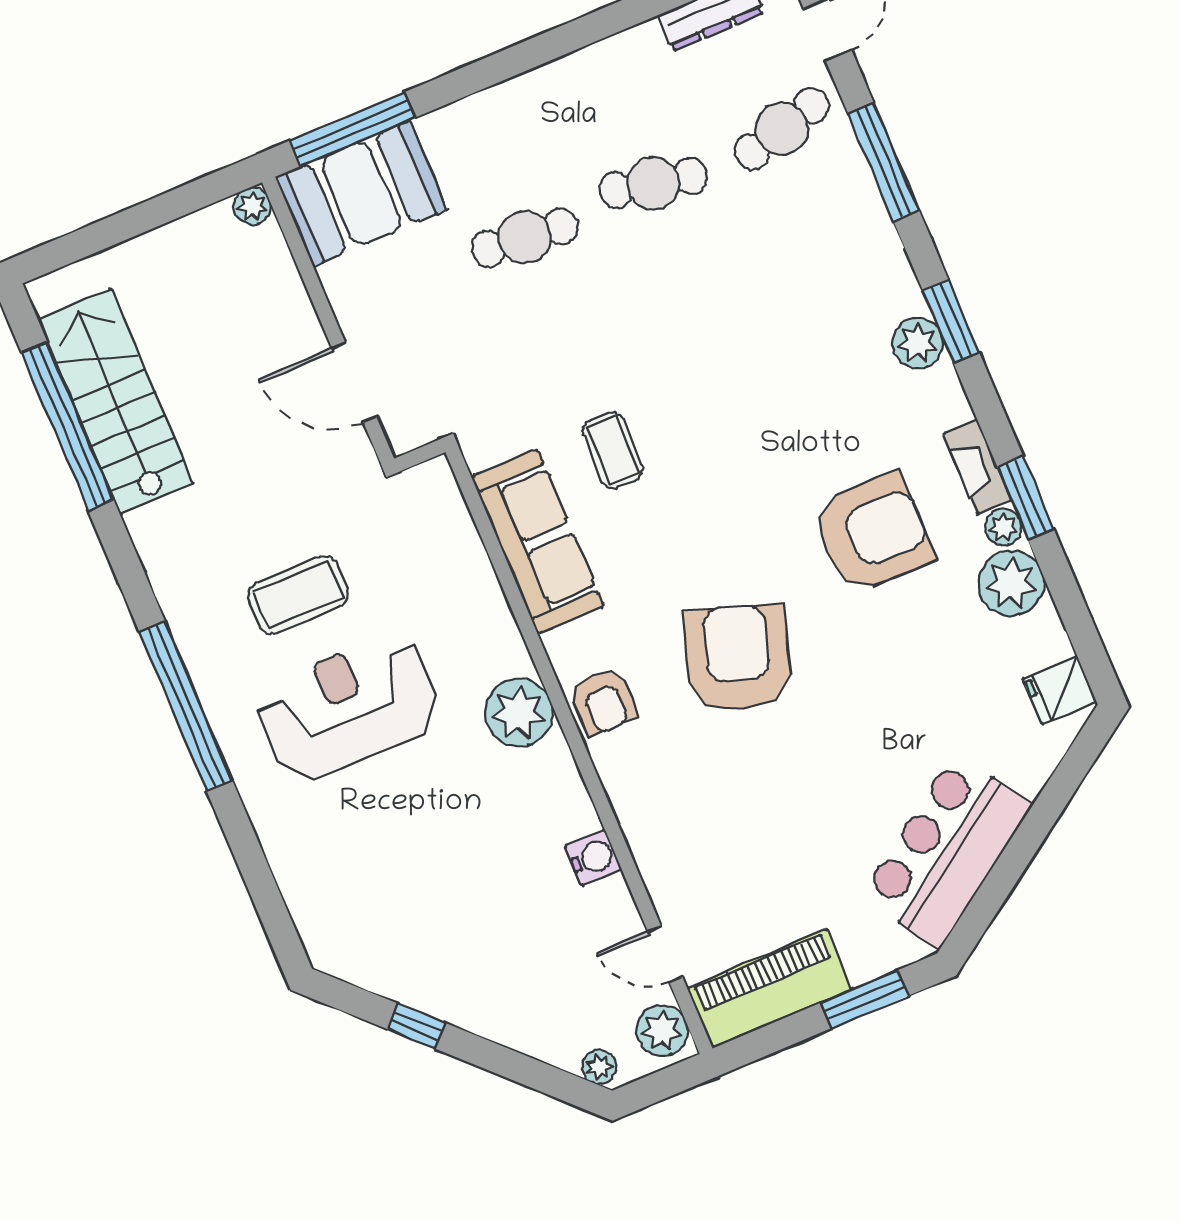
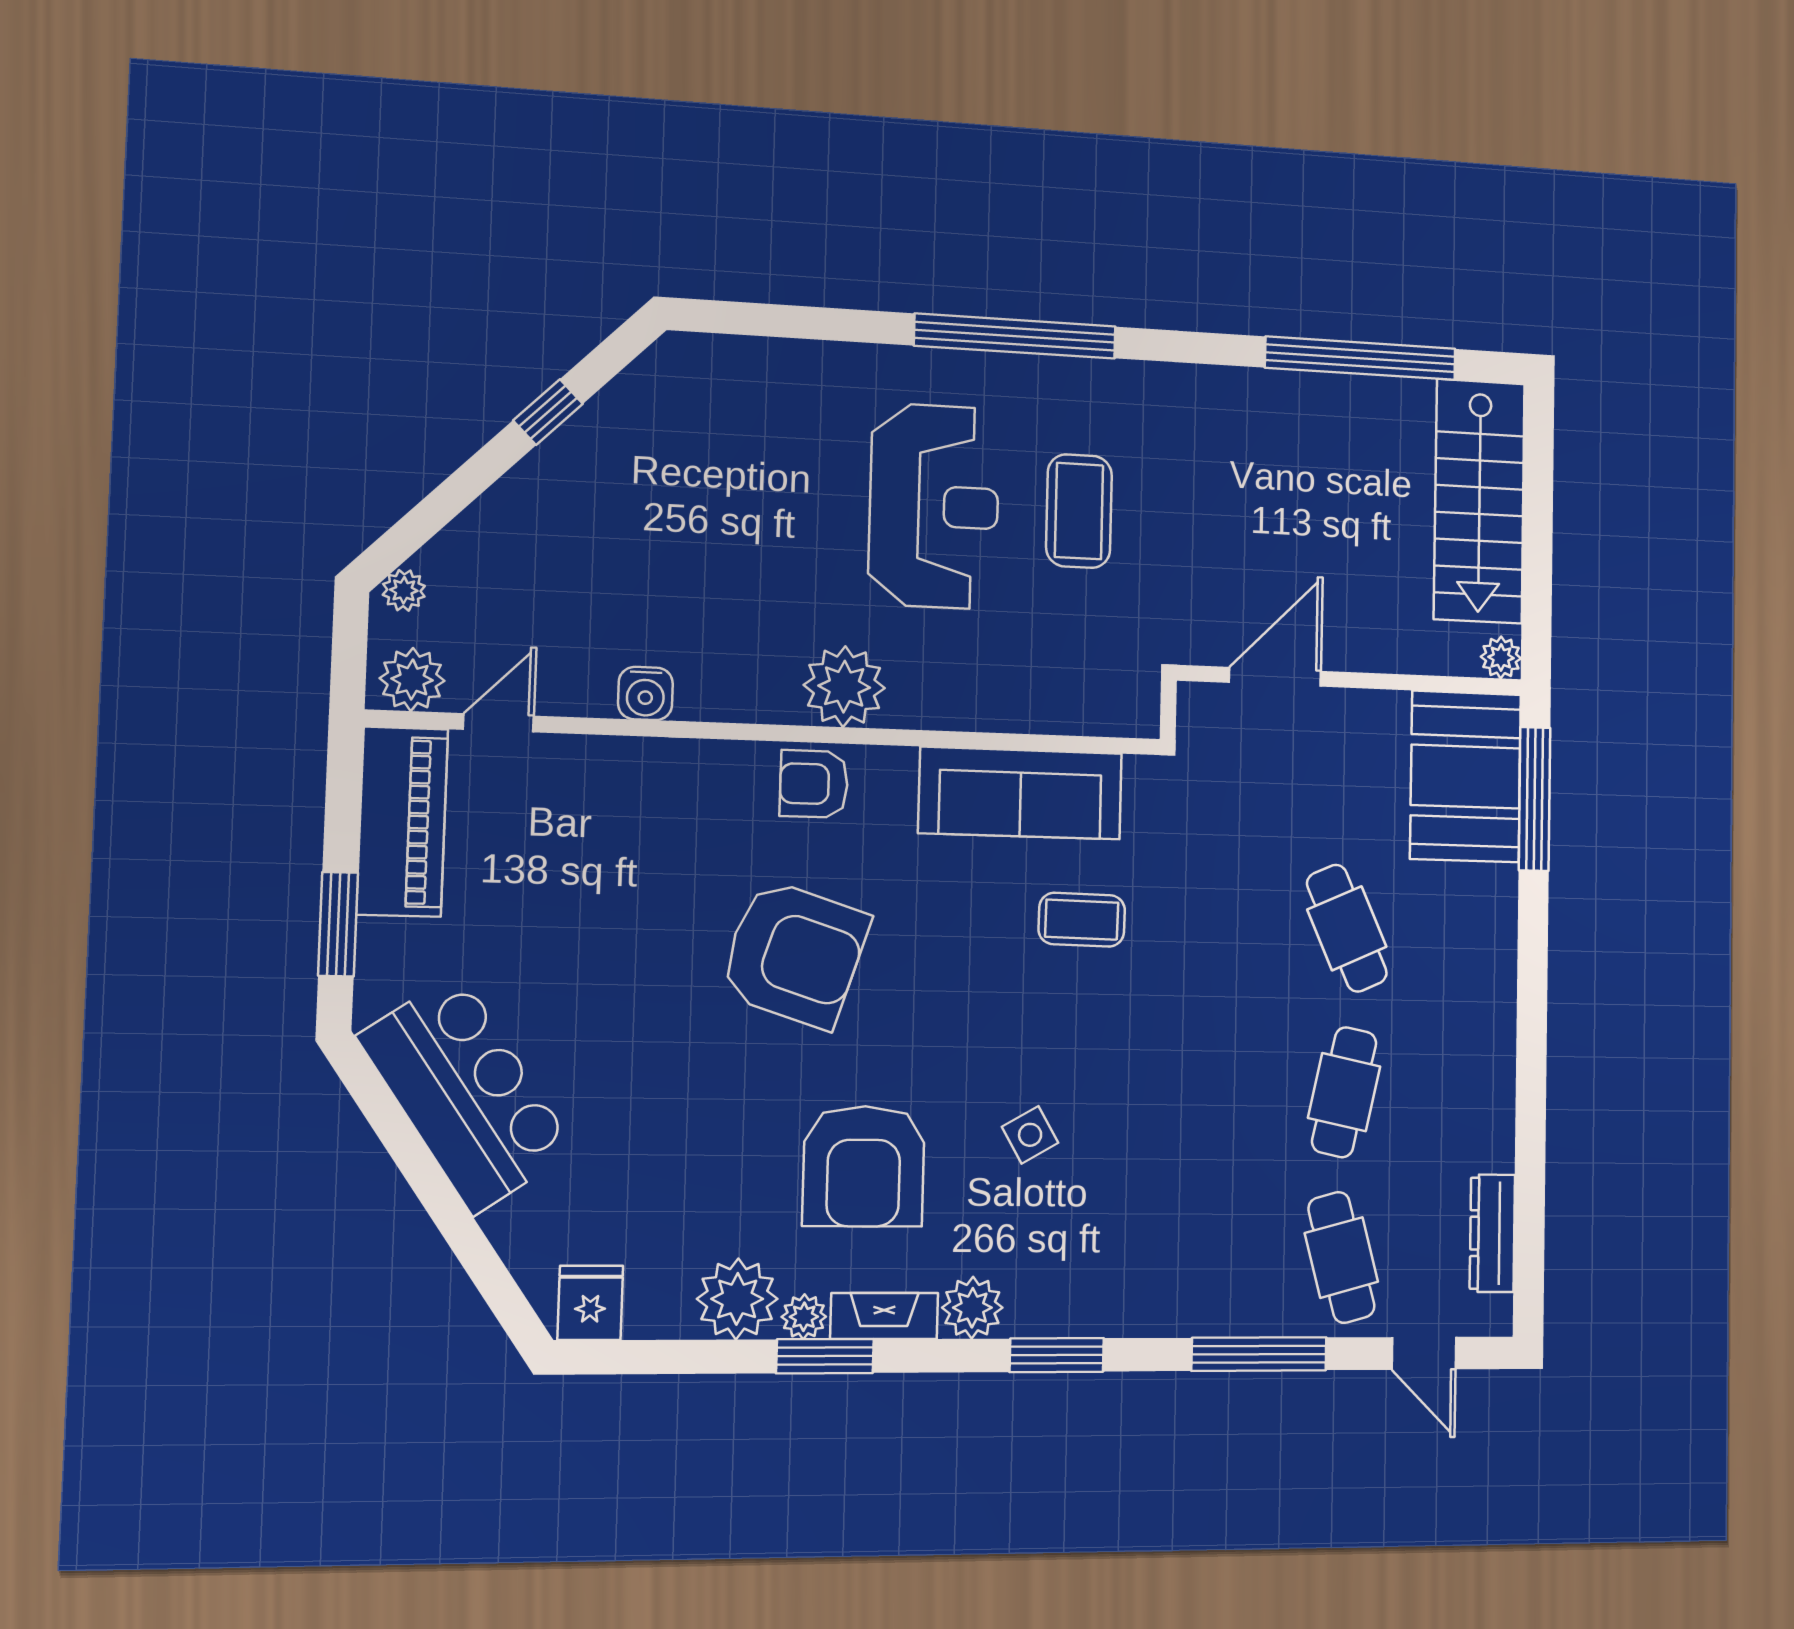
cafe table: (525, 237) -> (1347, 928), turned -30
plant: (918, 343) -> (972, 1308), moved
stairs: (115, 402) -> (1479, 501), moved, turned 90
side table: (794, 417) -> (1030, 1135), added

